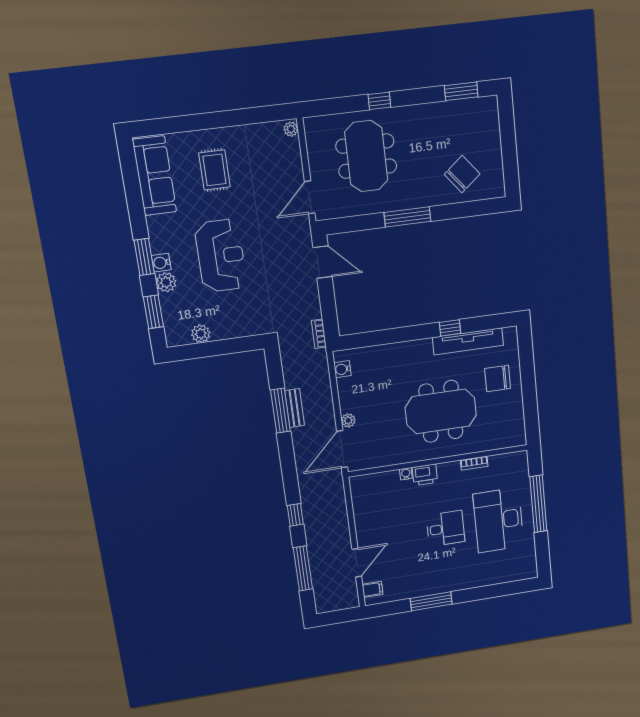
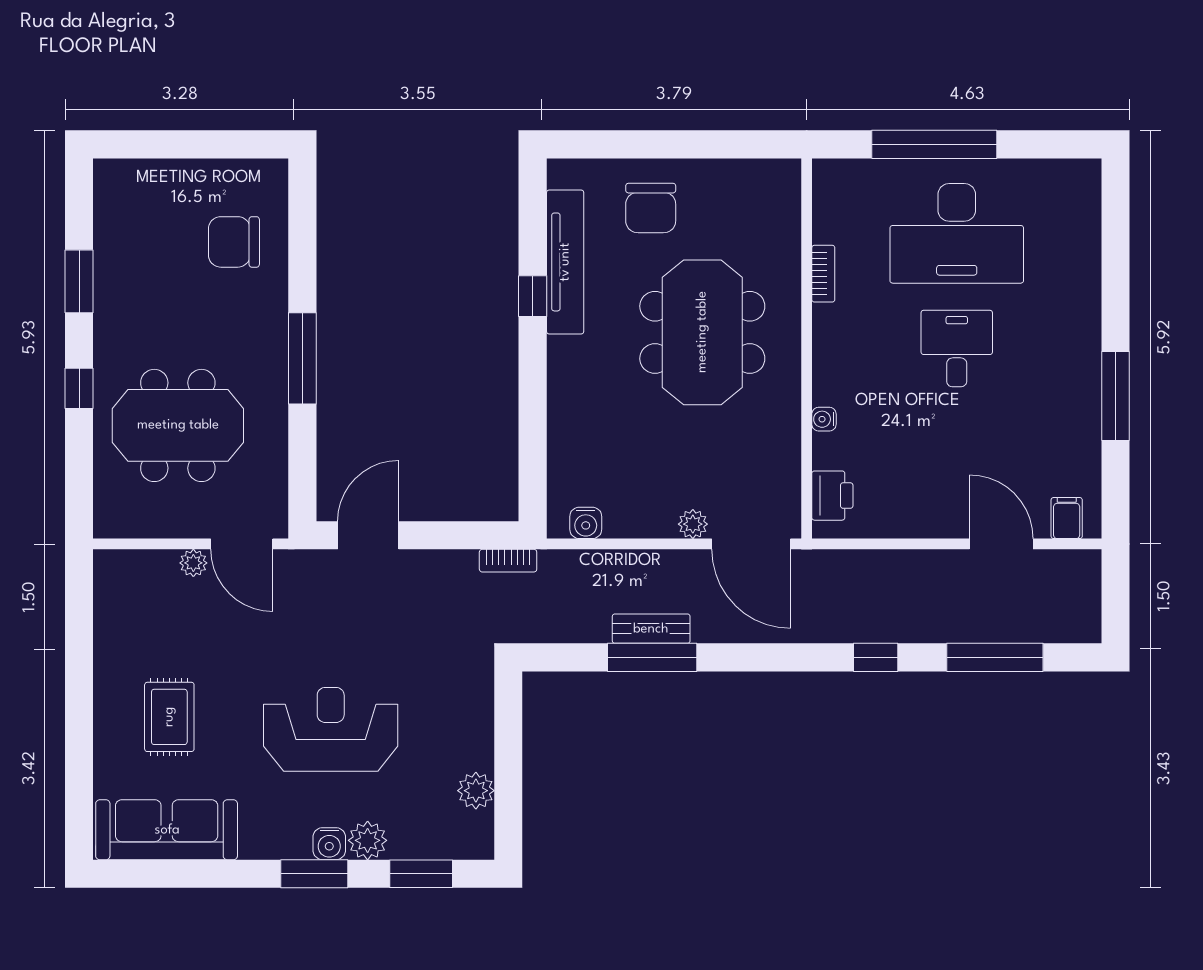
window: (461, 91) -> (79, 281), moved
plant: (291, 129) -> (193, 563), moved
rug: (214, 170) -> (169, 717), turned 90
chair: (462, 174) -> (234, 242), turned -51
printer: (425, 475) -> (832, 496), moved

